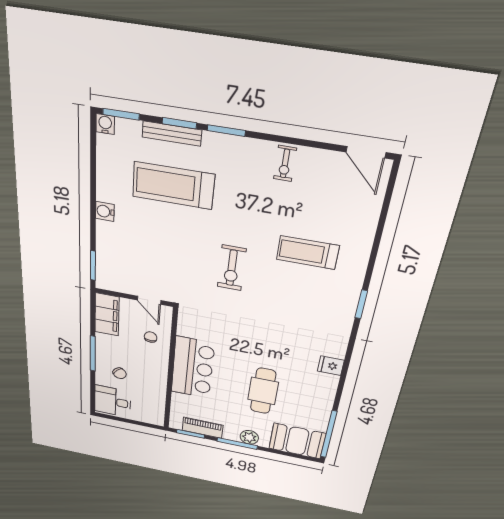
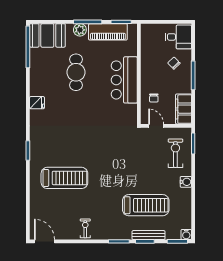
treadmill: (308, 253) -> (64, 178), width x1.37, depth x1.38
exercise bike: (232, 268) -> (175, 153), moved
piano: (203, 428) -> (108, 32), width x1.37, depth x1.33

